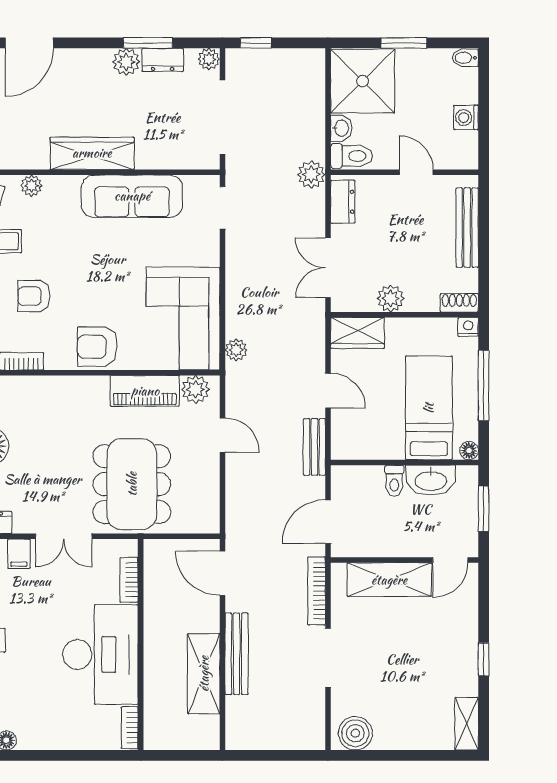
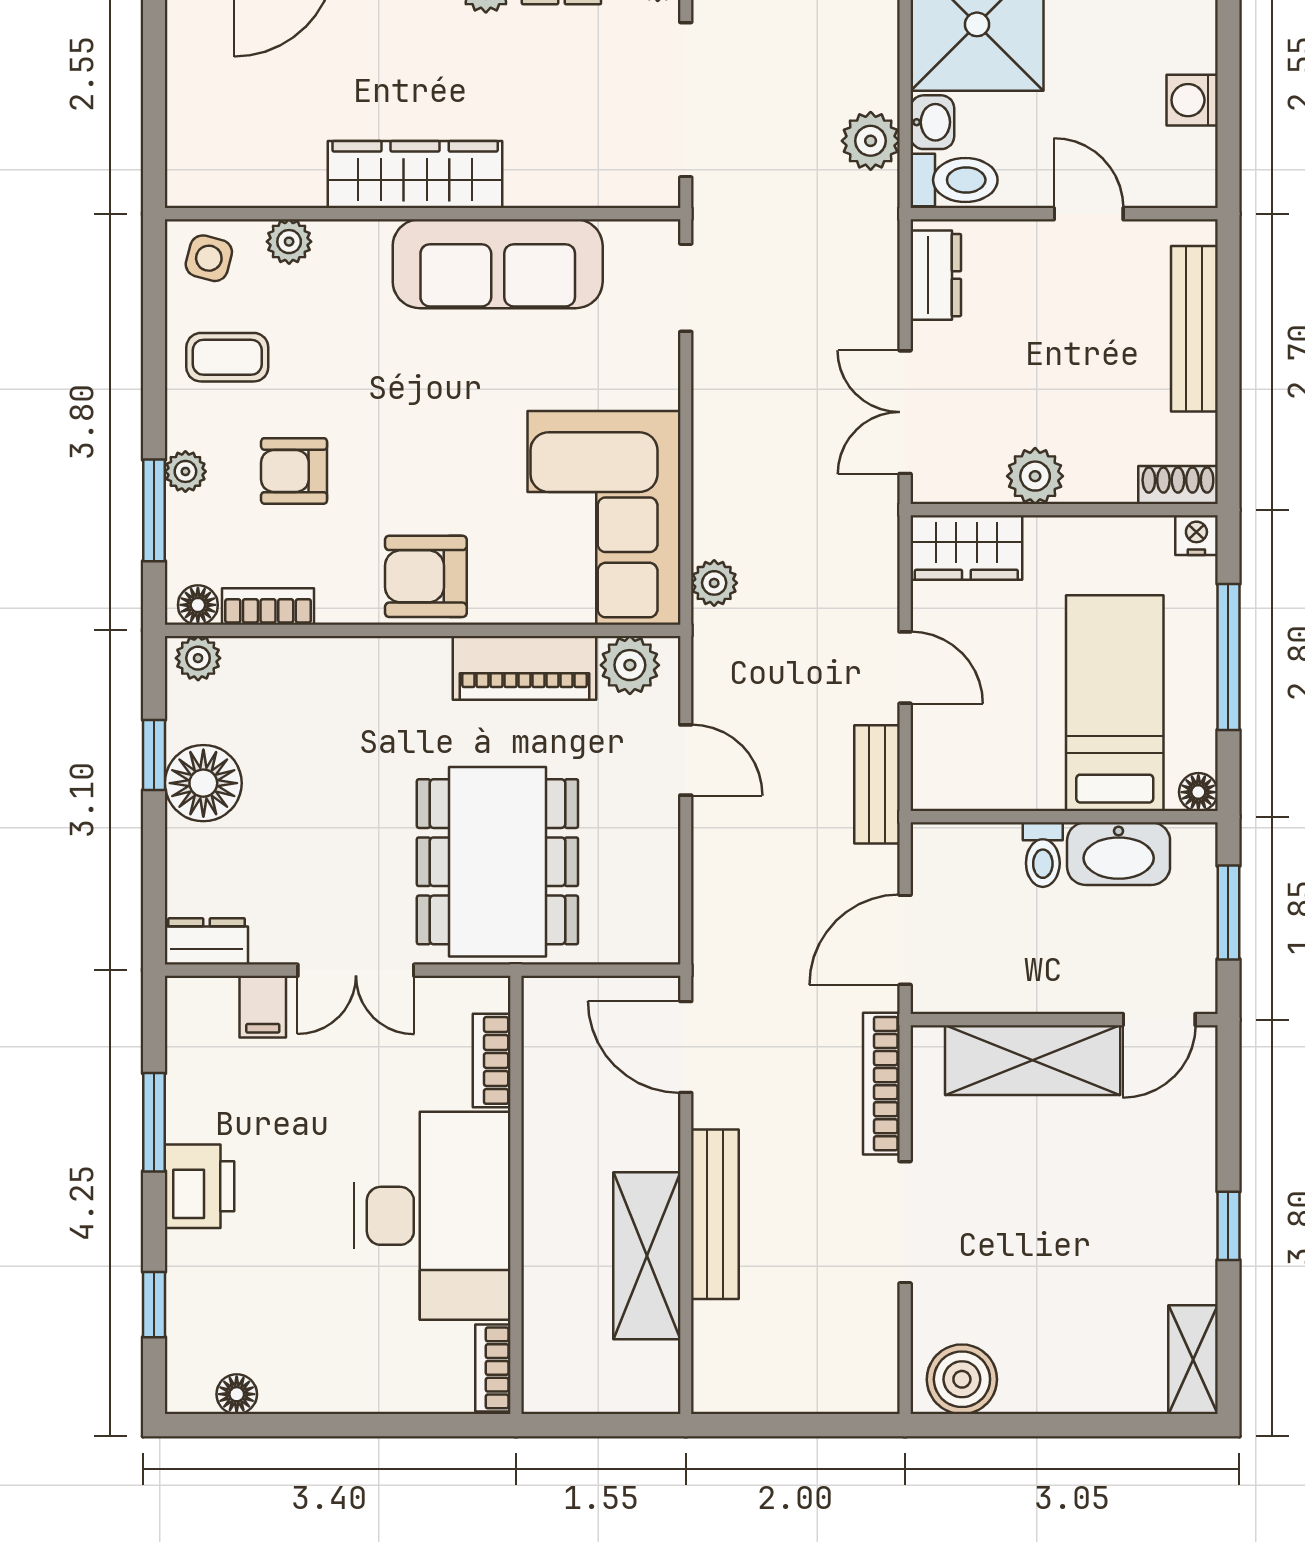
plant: (311, 174) -> (871, 141), moved

